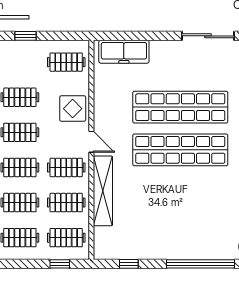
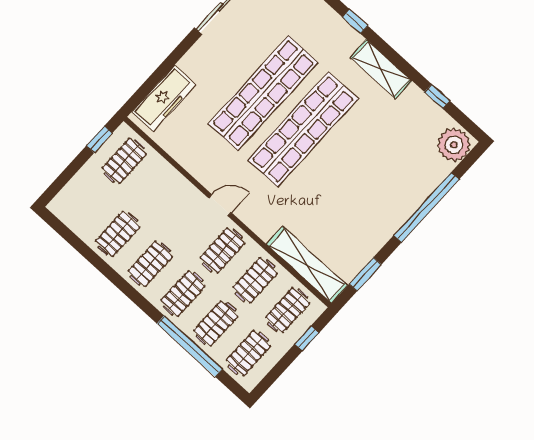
window: (25, 36) -> (99, 139), moved
display table: (73, 109) -> (173, 194), removed
shelving: (103, 191) -> (307, 265), moved
window: (129, 264) -> (365, 274), width x1.50

